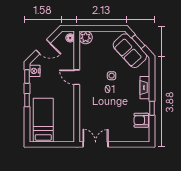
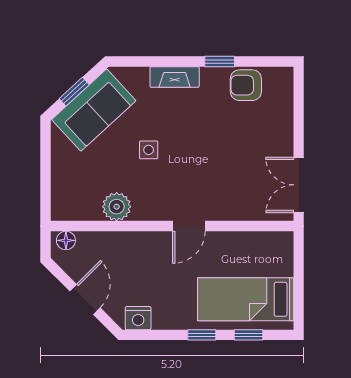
plant: (86, 37) -> (117, 207), moved
window: (27, 77) -> (249, 335), moved
door: (77, 77) -> (189, 226), moved
armchair: (141, 120) -> (246, 85), turned 90

